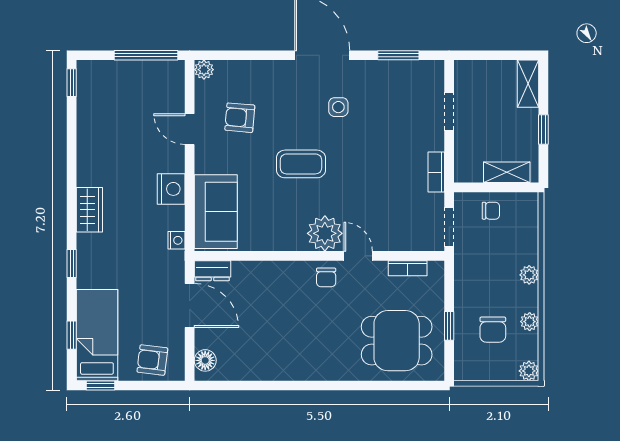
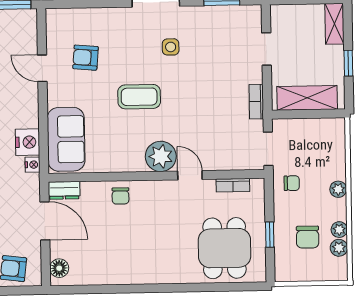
plant: (204, 70) -> (54, 17), removed
shelving: (507, 172) -> (307, 98), width x1.50, depth x1.33
nightstand: (171, 189) -> (28, 142), moved
chair: (491, 211) -> (292, 183), moved
chair: (326, 277) -> (120, 196), moved
dining table: (397, 341) -> (225, 248), turned 90
plant: (529, 371) -> (339, 248), moved

